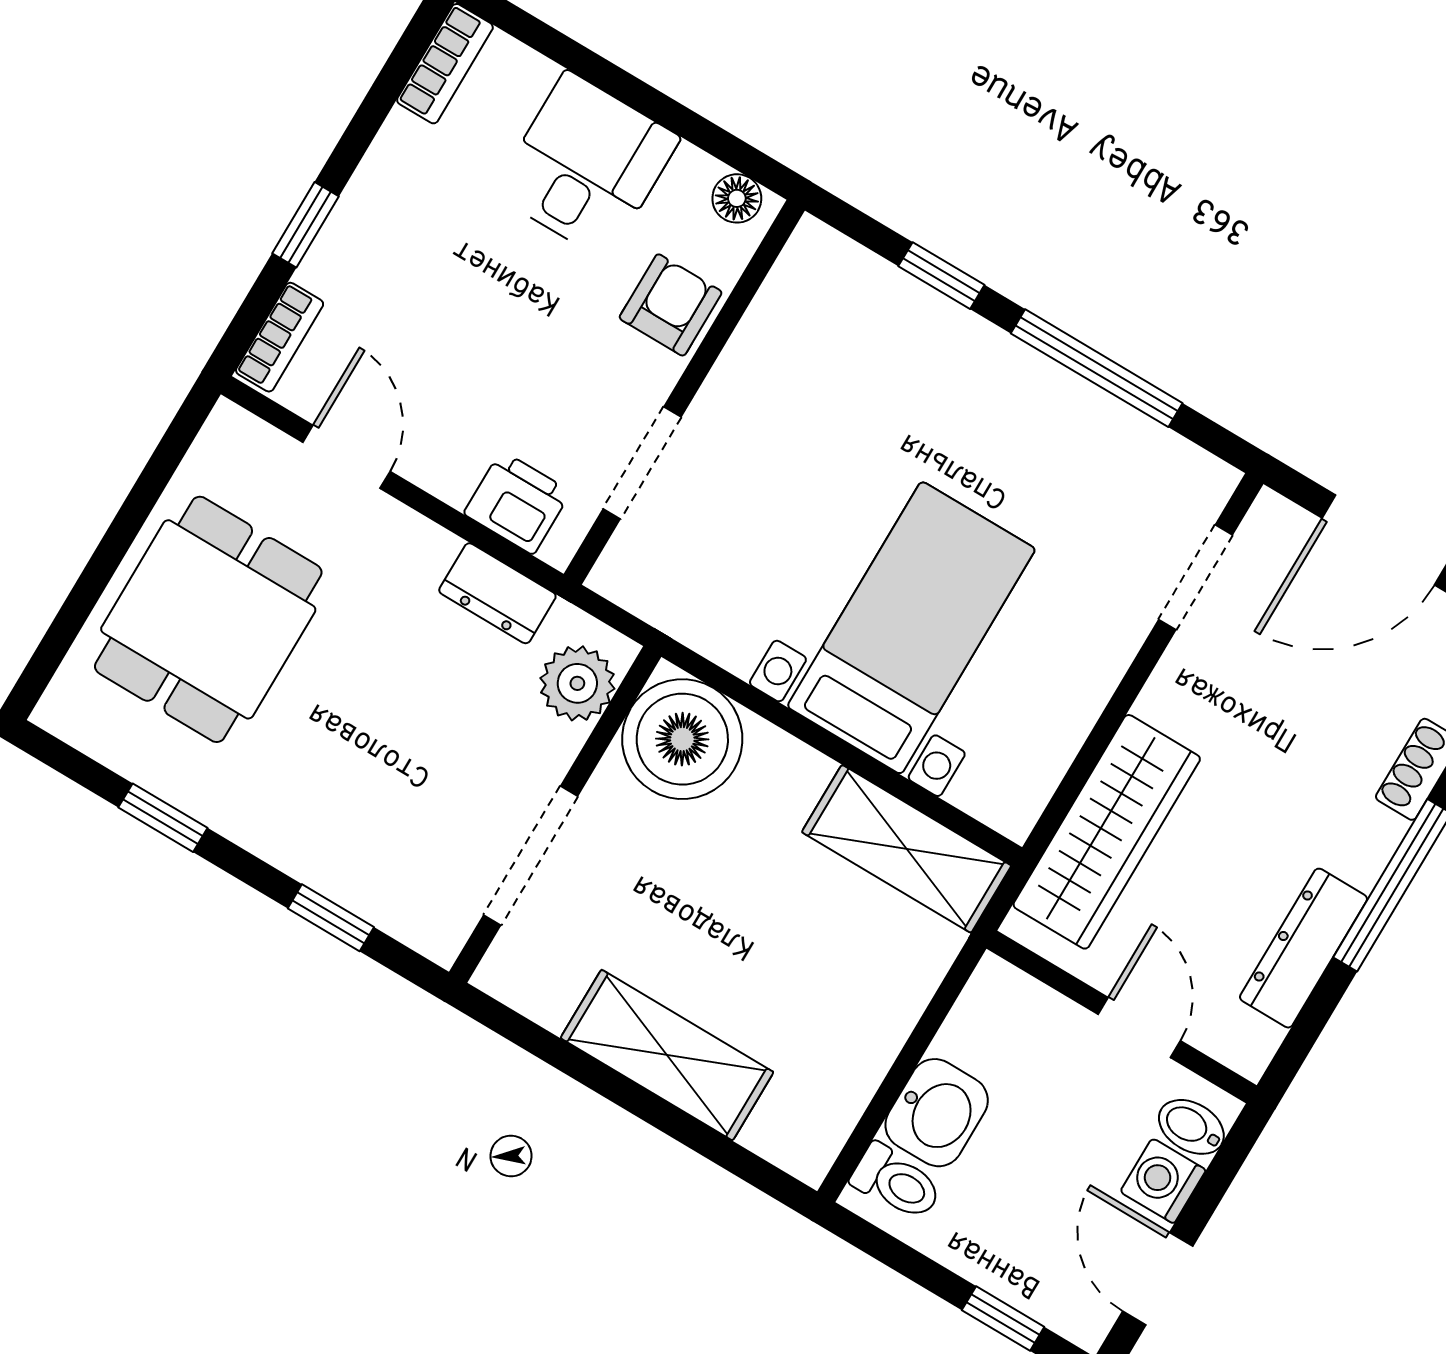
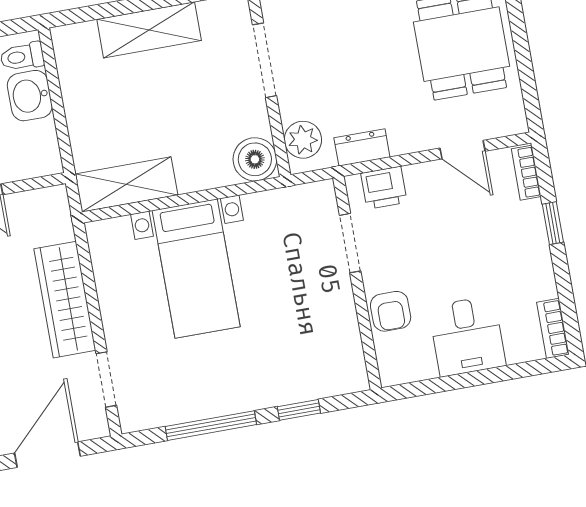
floor lamp: (737, 198) -> (400, 373), removed
boiler: (682, 739) -> (255, 159), width x0.73, depth x0.73
wardrobe: (1107, 832) -> (65, 300), moved

